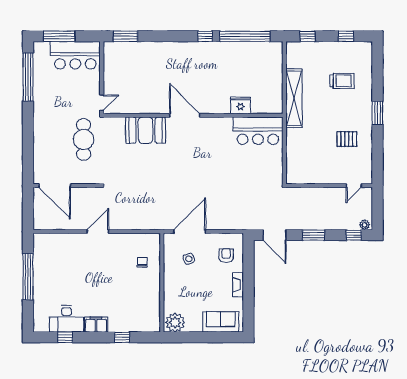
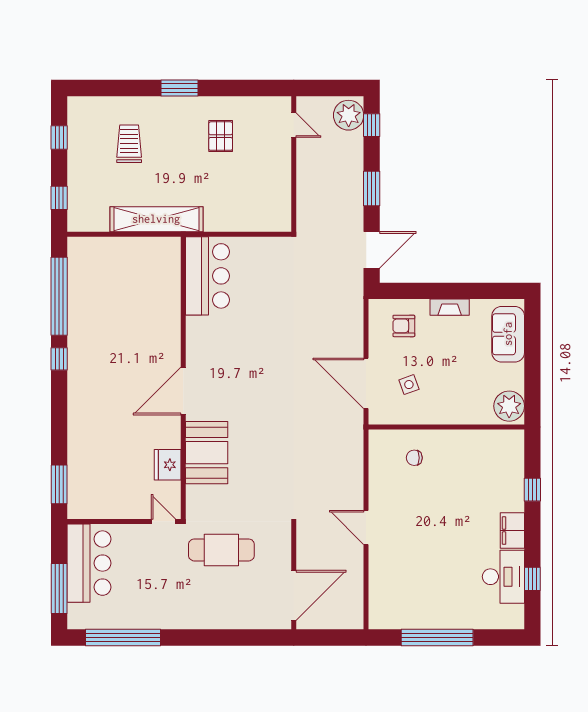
fridge: (240, 105) -> (168, 465), moved
plant: (365, 225) -> (349, 115), width x1.88, depth x1.88

